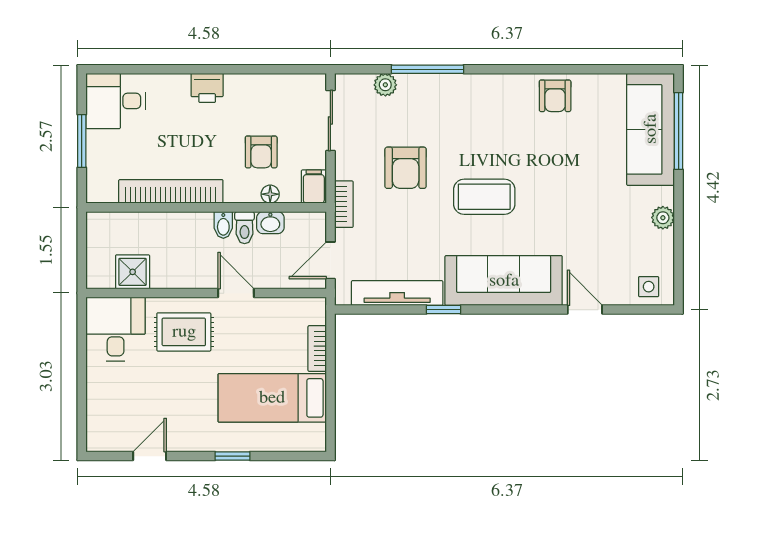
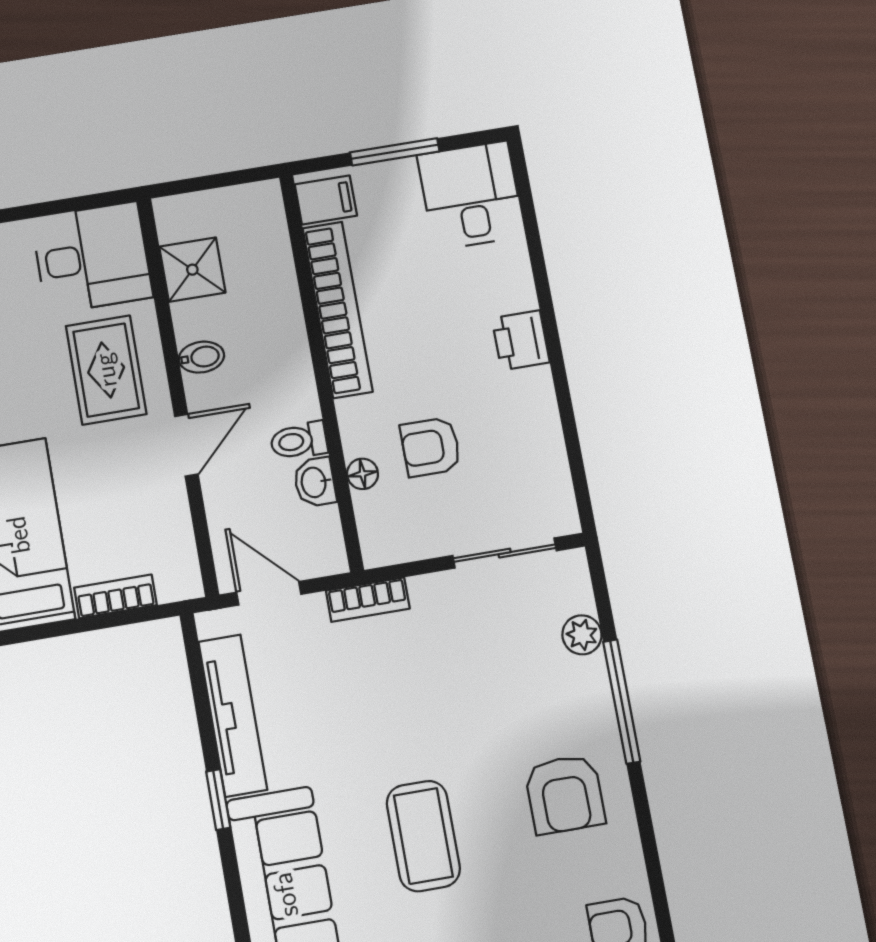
armchair: (406, 168) -> (565, 794), moved, turned -90
filing cabinet: (314, 187) -> (326, 200), moved
bidet: (223, 225) -> (201, 357), moved, turned 180

